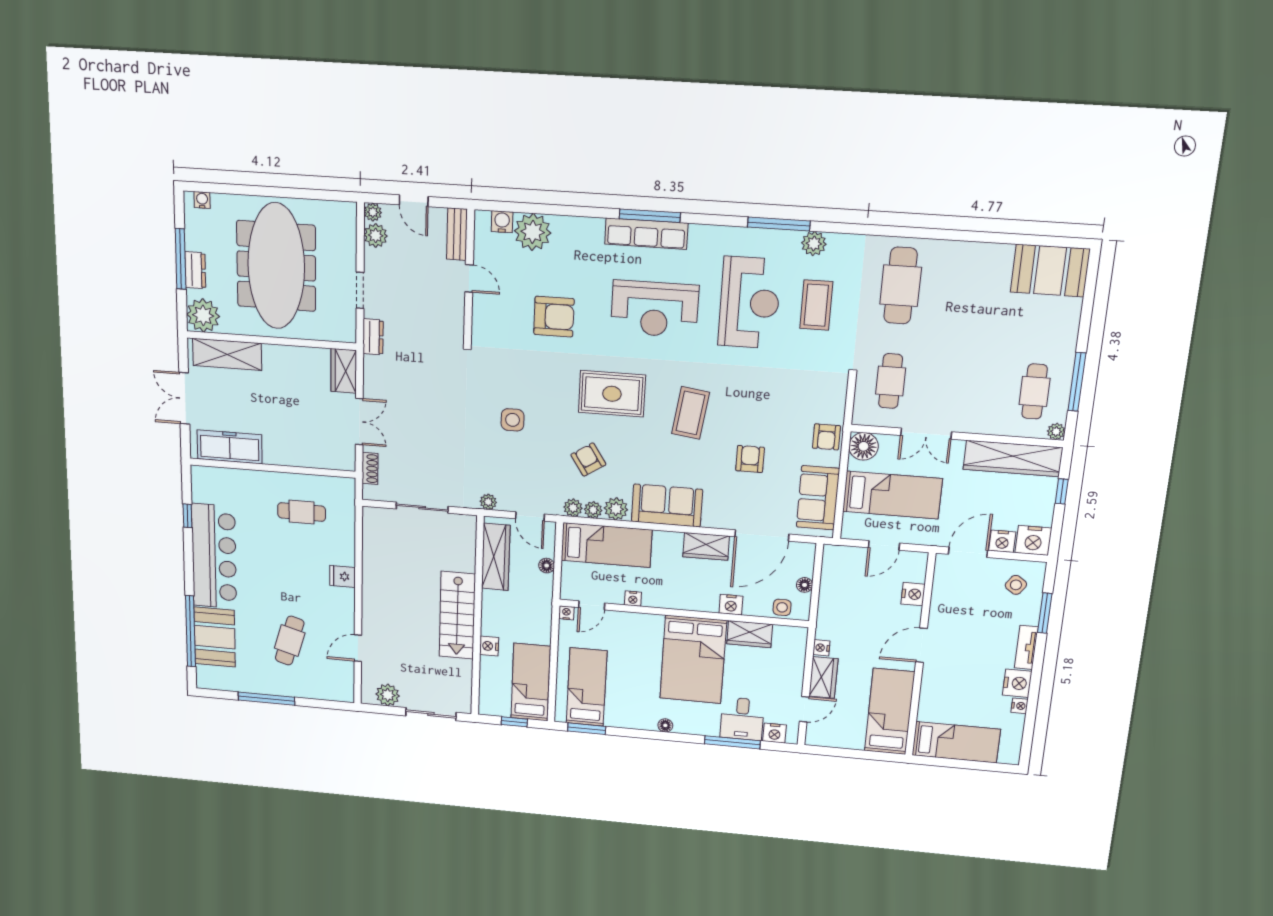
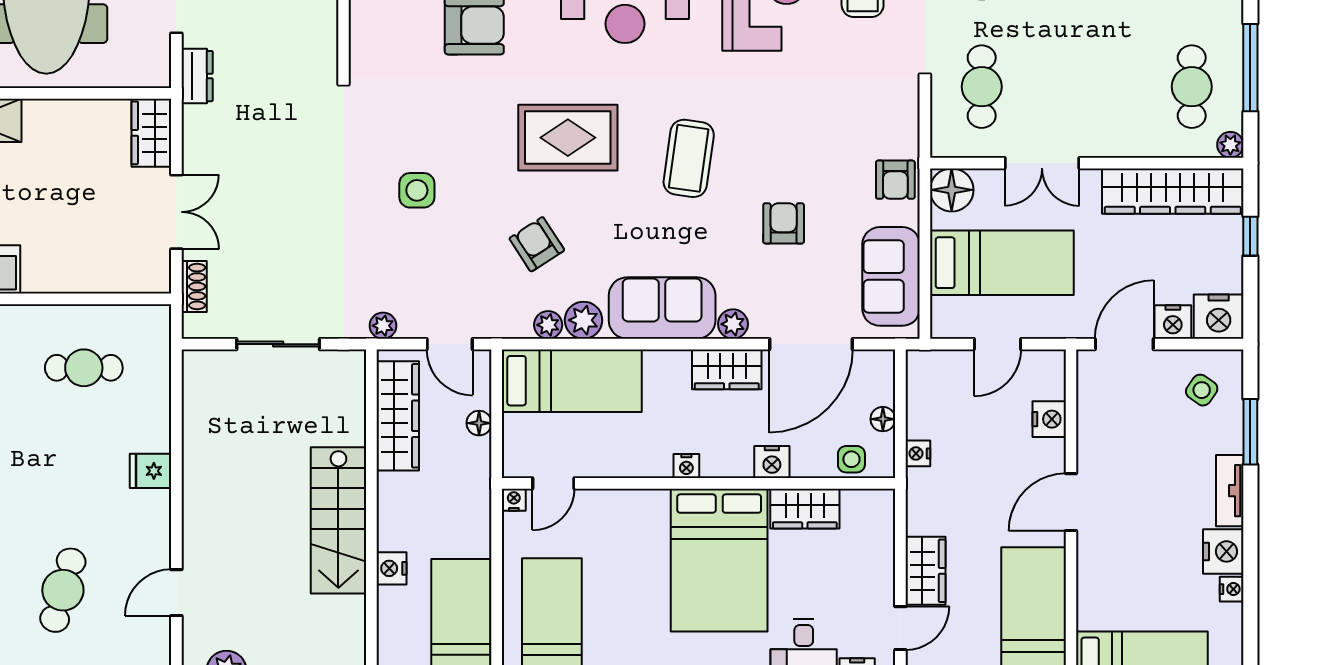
plant: (573, 508) -> (733, 324), moved
nightstand: (633, 599) -> (686, 466), moved
nightstand: (821, 648) -> (918, 453), moved

